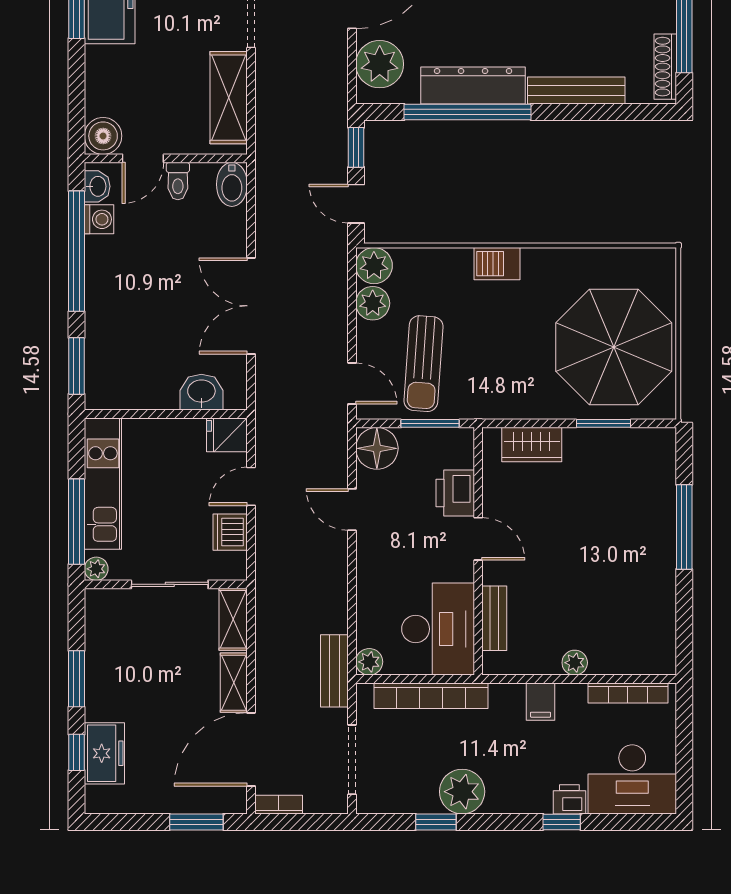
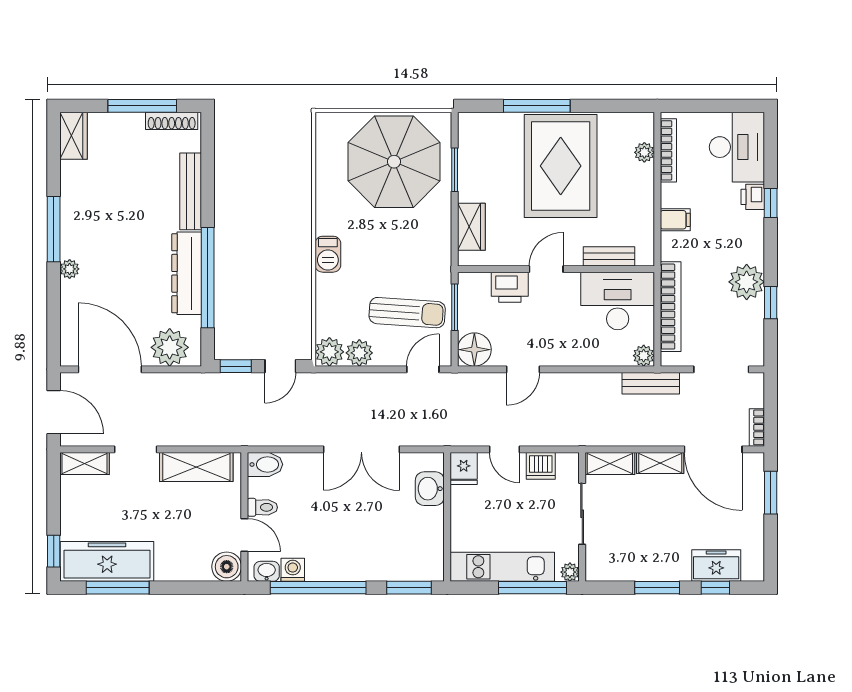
rug: (608, 557) -> (561, 166), added
plant: (575, 663) -> (644, 152), moved

